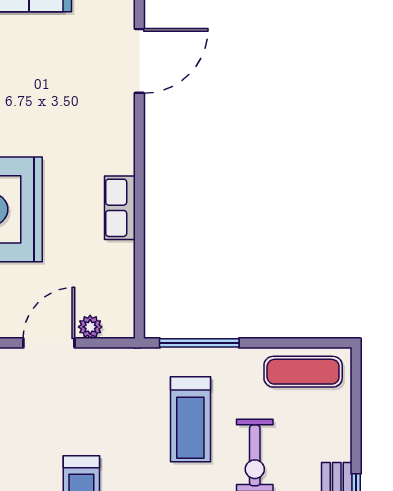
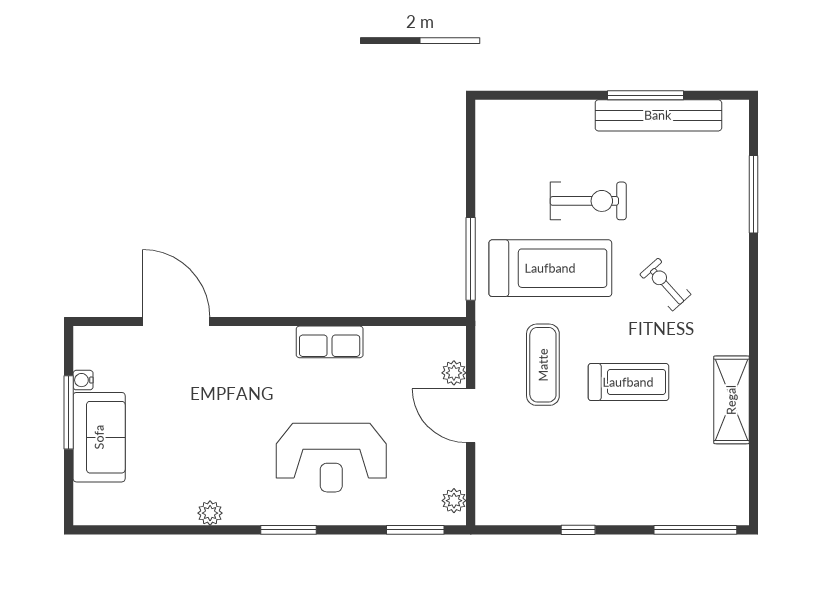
exercise mat: (303, 372) -> (543, 365), moved
treadmill: (190, 419) -> (550, 268), width x1.37, depth x1.38

